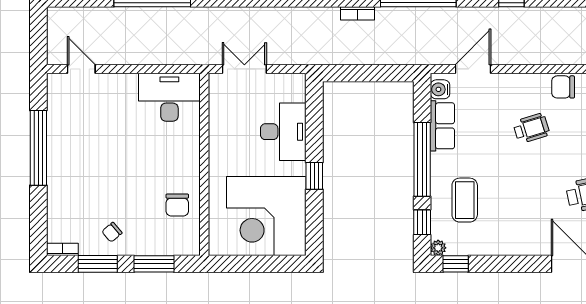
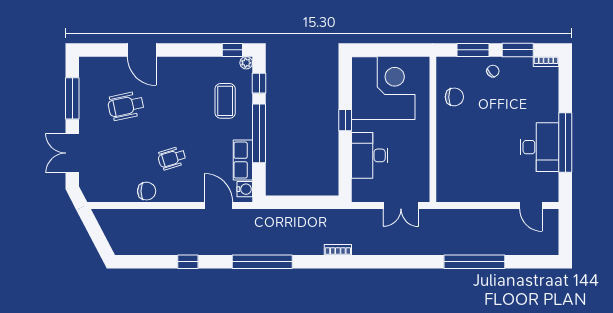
bookcase: (358, 13) -> (338, 250), moved
door: (473, 69) -> (218, 205), swing flipped
desk: (169, 97) -> (539, 147), moved, turned -90
chair: (177, 205) -> (454, 97), turned 90
chair: (112, 232) -> (493, 71), moved

